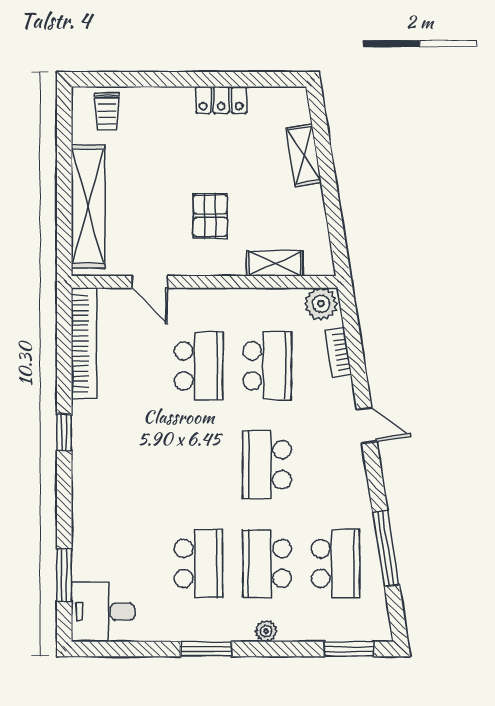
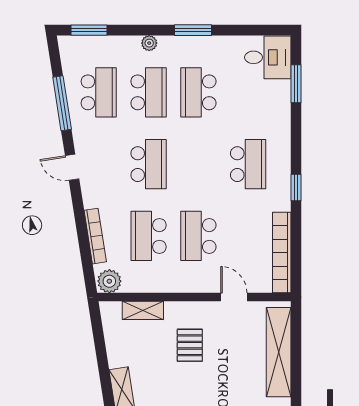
bookcase: (338, 352) -> (95, 236), width x1.56
door: (367, 425) -> (72, 167), moved
school desk: (130, 465) -> (248, 164), added
school desk: (336, 563) -> (99, 92), turned 180

